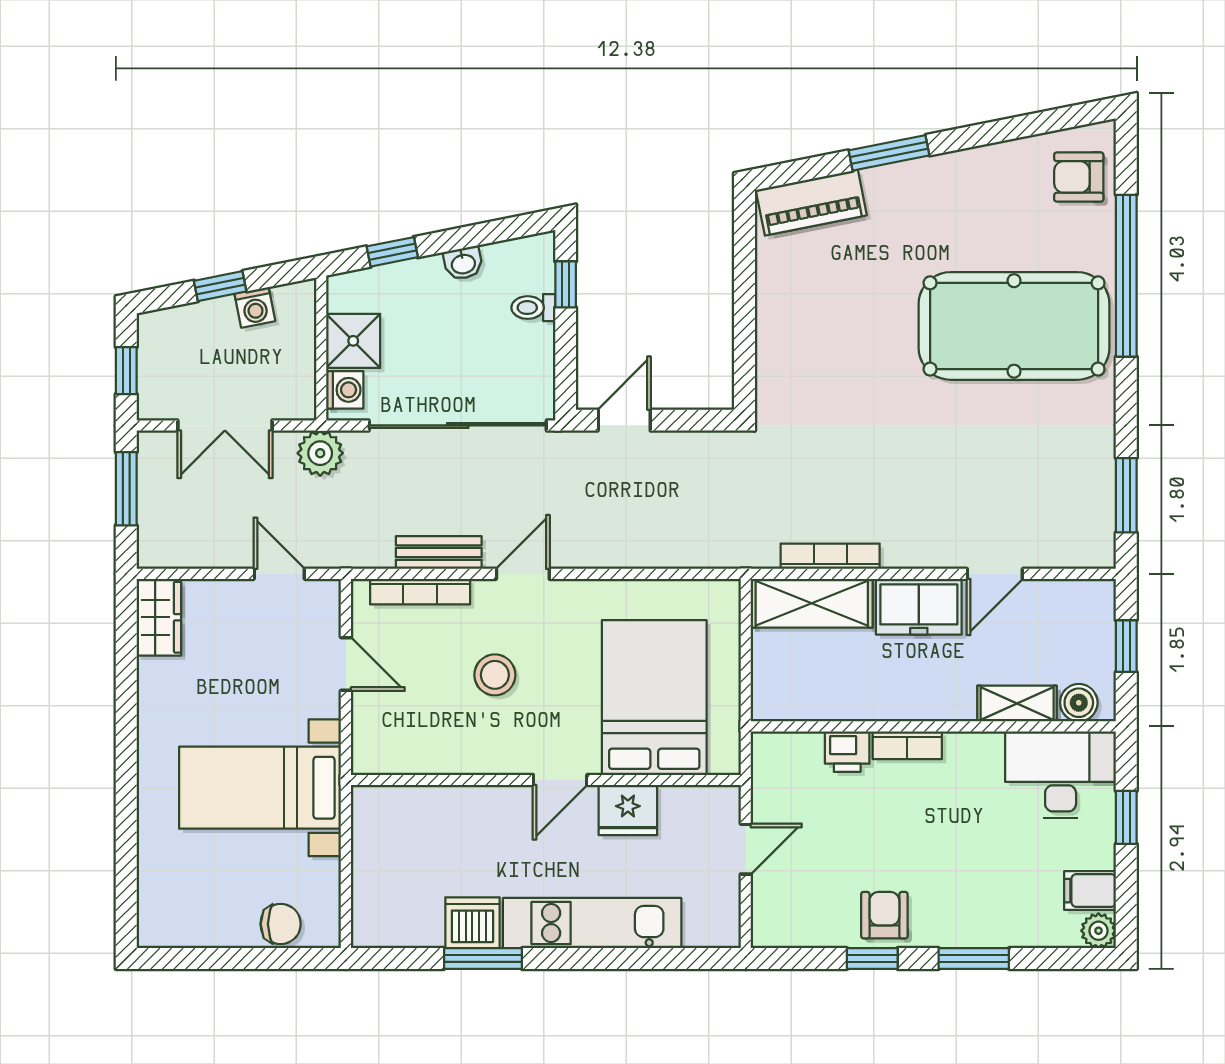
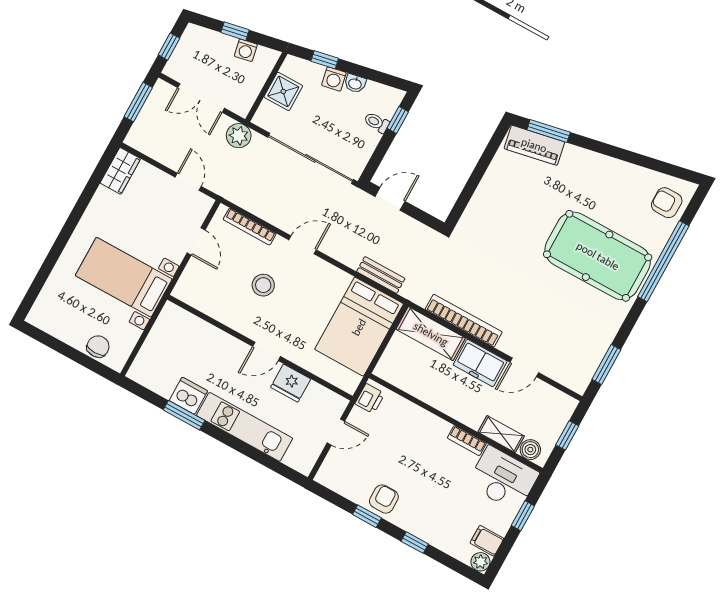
window: (889, 153) -> (549, 131), moved
washing machine: (345, 390) -> (334, 79), moved, turned 79
bench: (439, 553) -> (381, 275), moved
bookcase: (830, 556) -> (464, 321), width x1.48, depth x1.31
bed: (654, 698) -> (359, 327), moved, turned 180
bookcase: (907, 745) -> (467, 441), moved
printer: (847, 752) -> (370, 399), moved, turned -90
chair: (281, 924) -> (98, 347), turned -90
window: (974, 958) -> (415, 543), width x0.67

